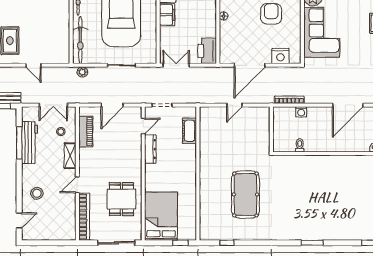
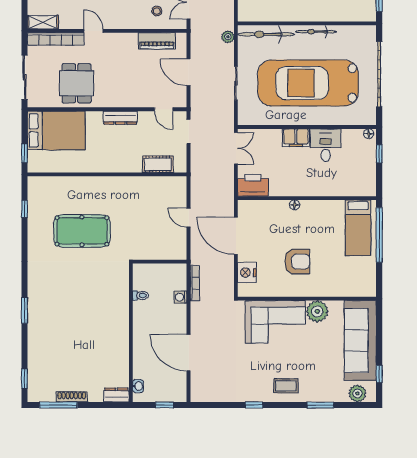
dresser: (150, 149) -> (120, 118), moved
shelving: (70, 156) -> (43, 22), moved
dining table: (121, 199) -> (77, 83), turned 90

